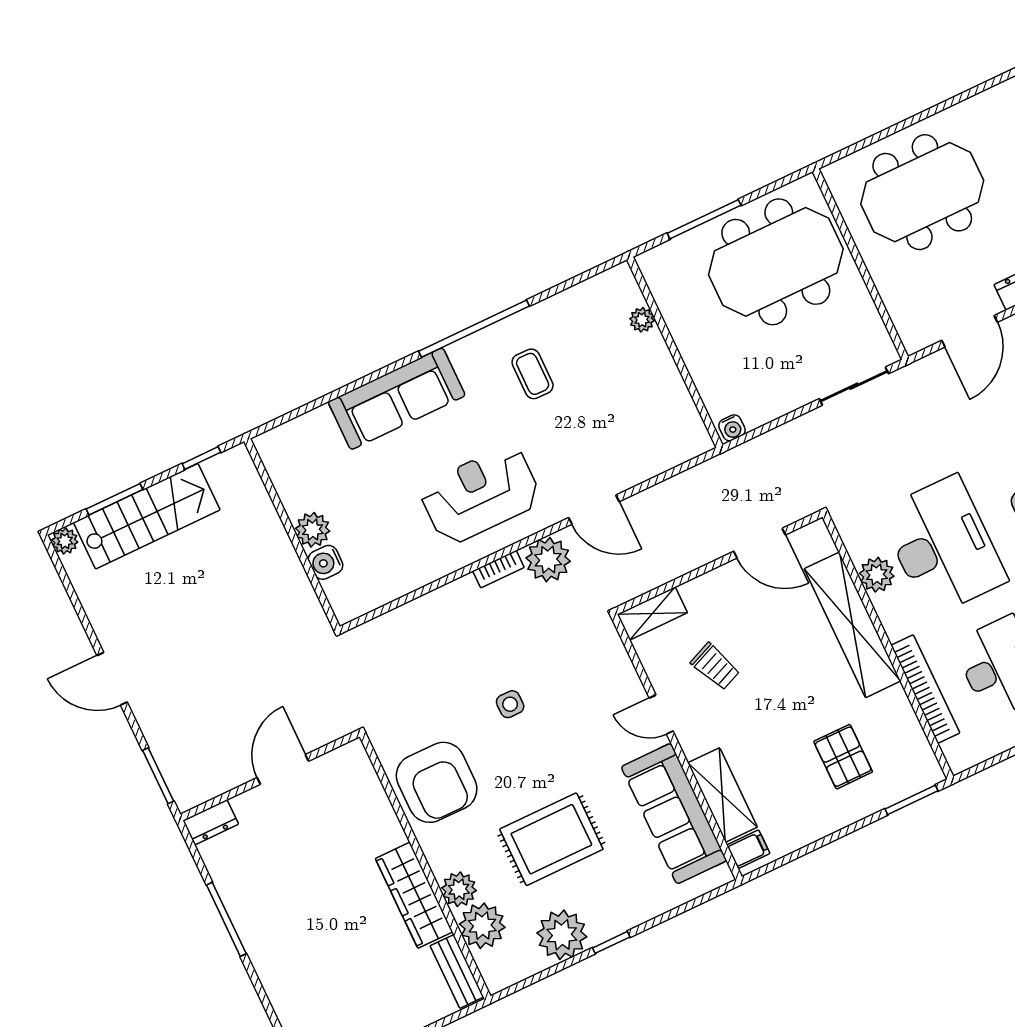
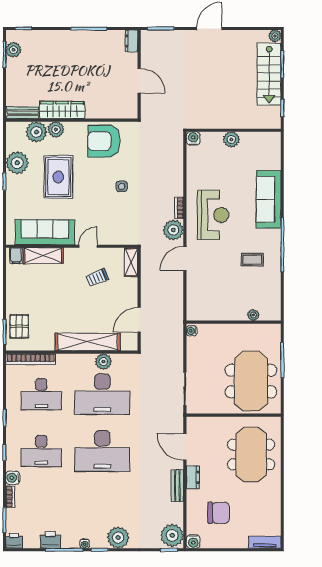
water cooler: (326, 562) -> (193, 138), moved
bookcase: (925, 689) -> (31, 359), moved
pallet: (843, 757) -> (19, 326), moved, turned 90

